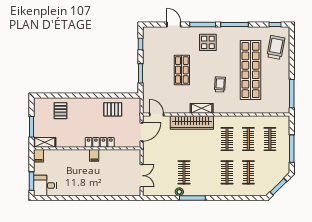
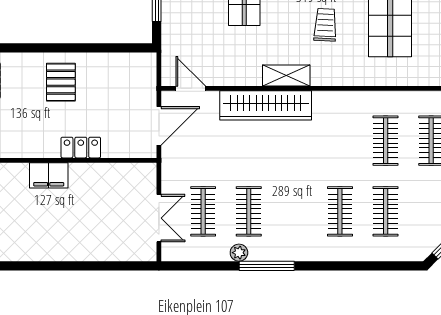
pallet: (113, 109) -> (61, 82), moved, turned 90
clothes rail: (227, 139) -> (203, 211), moved
locker: (100, 142) -> (81, 148), width x0.66
filing cabinet: (94, 155) -> (49, 175), width x2.00

